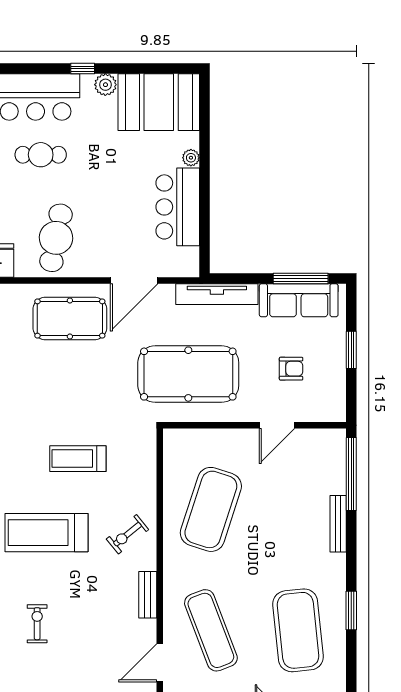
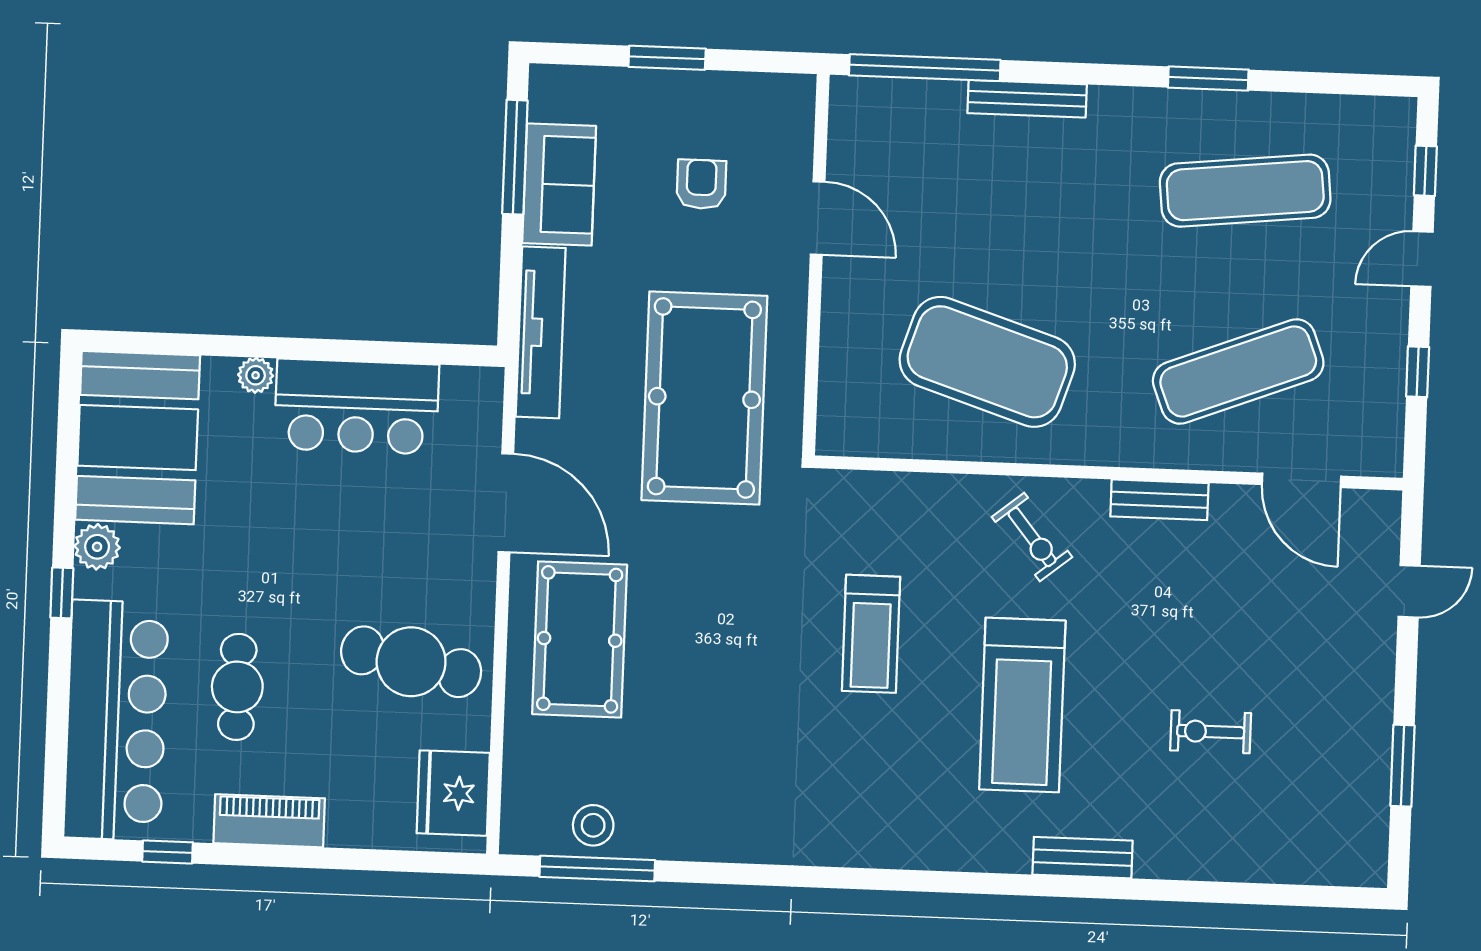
sofa: (299, 300) -> (559, 184), width x0.73
exercise mat: (298, 630) -> (1245, 191), width x0.68

